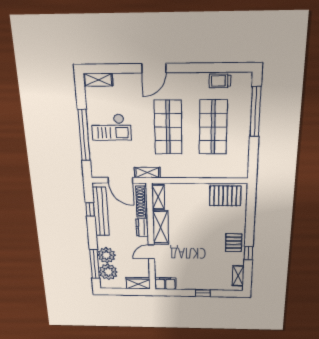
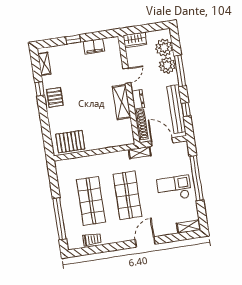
shelving: (158, 197) -> (128, 131), removed
window: (95, 264) -> (180, 71), moved
filing cabinet: (165, 284) -> (94, 46), moved

